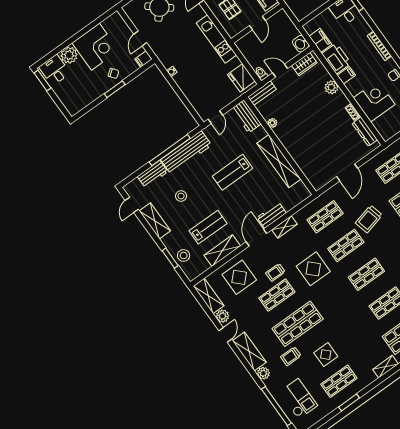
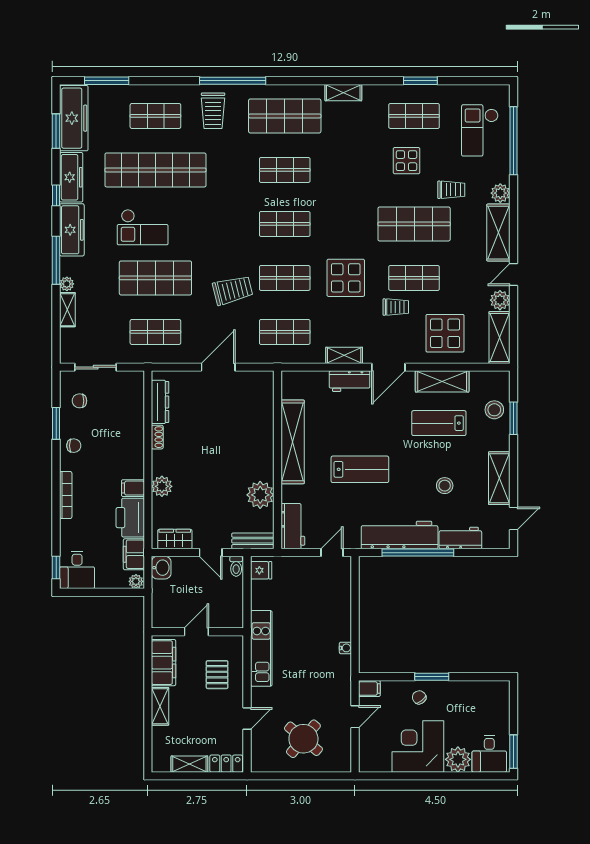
plant: (309, 27) -> (136, 581), added
fridge: (241, 78) -> (261, 570), width x0.53, depth x0.75
corner desk: (374, 101) -> (121, 431), removed
plant: (272, 123) -> (260, 495), width x1.88, depth x1.88

